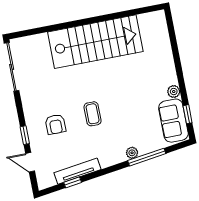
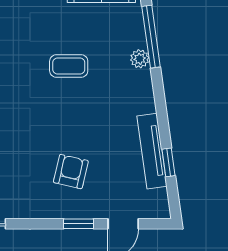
coffee table: (93, 114) -> (69, 66), moved
armchair: (56, 124) -> (71, 172), turned -77

